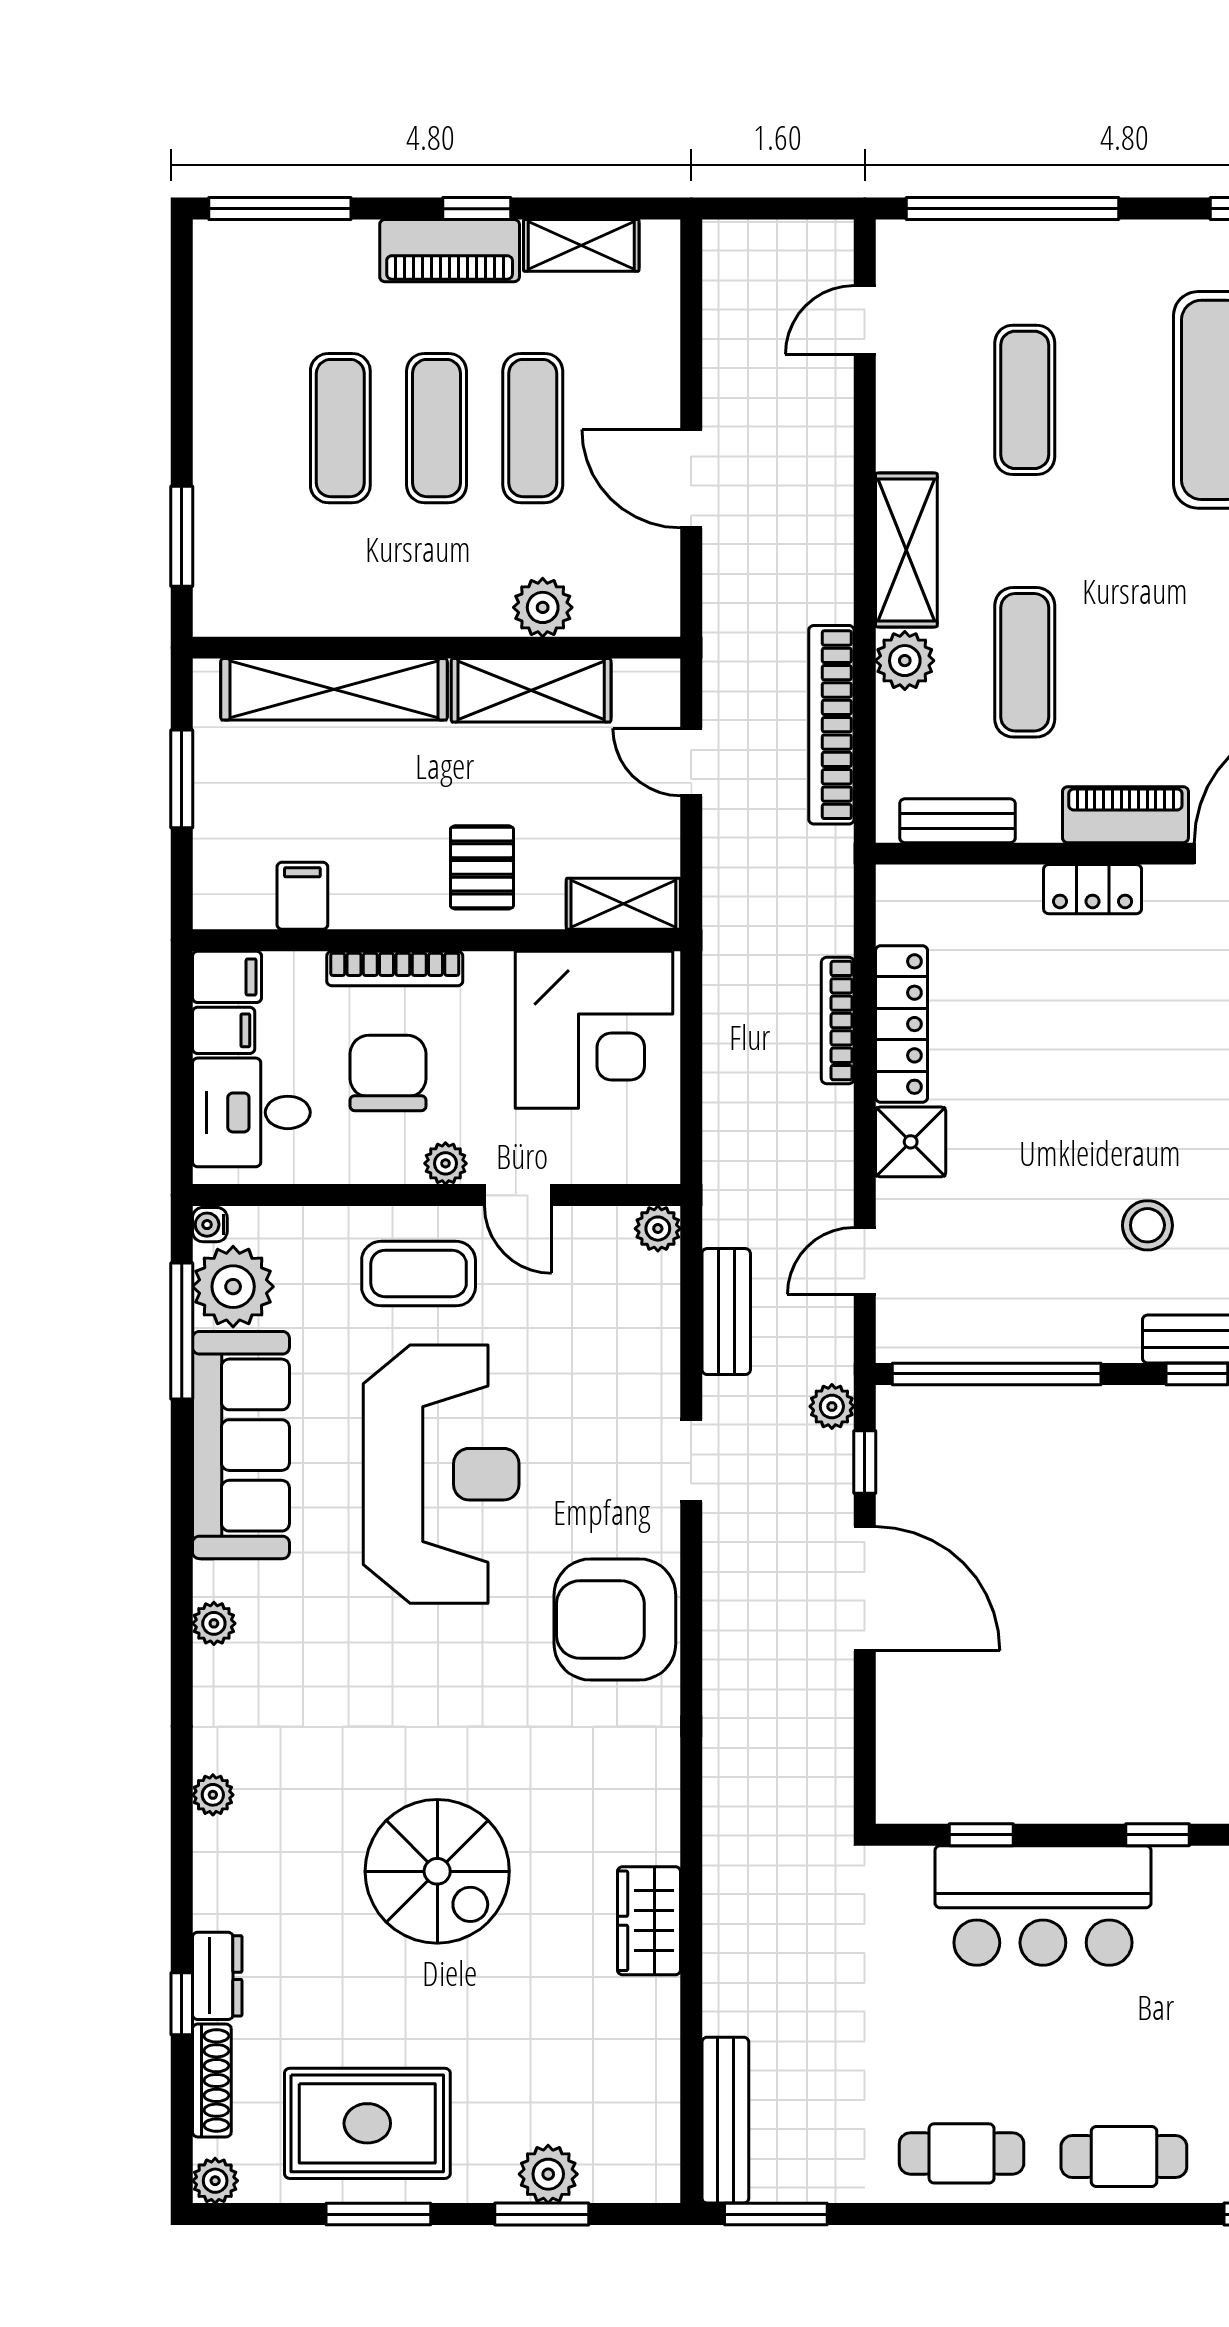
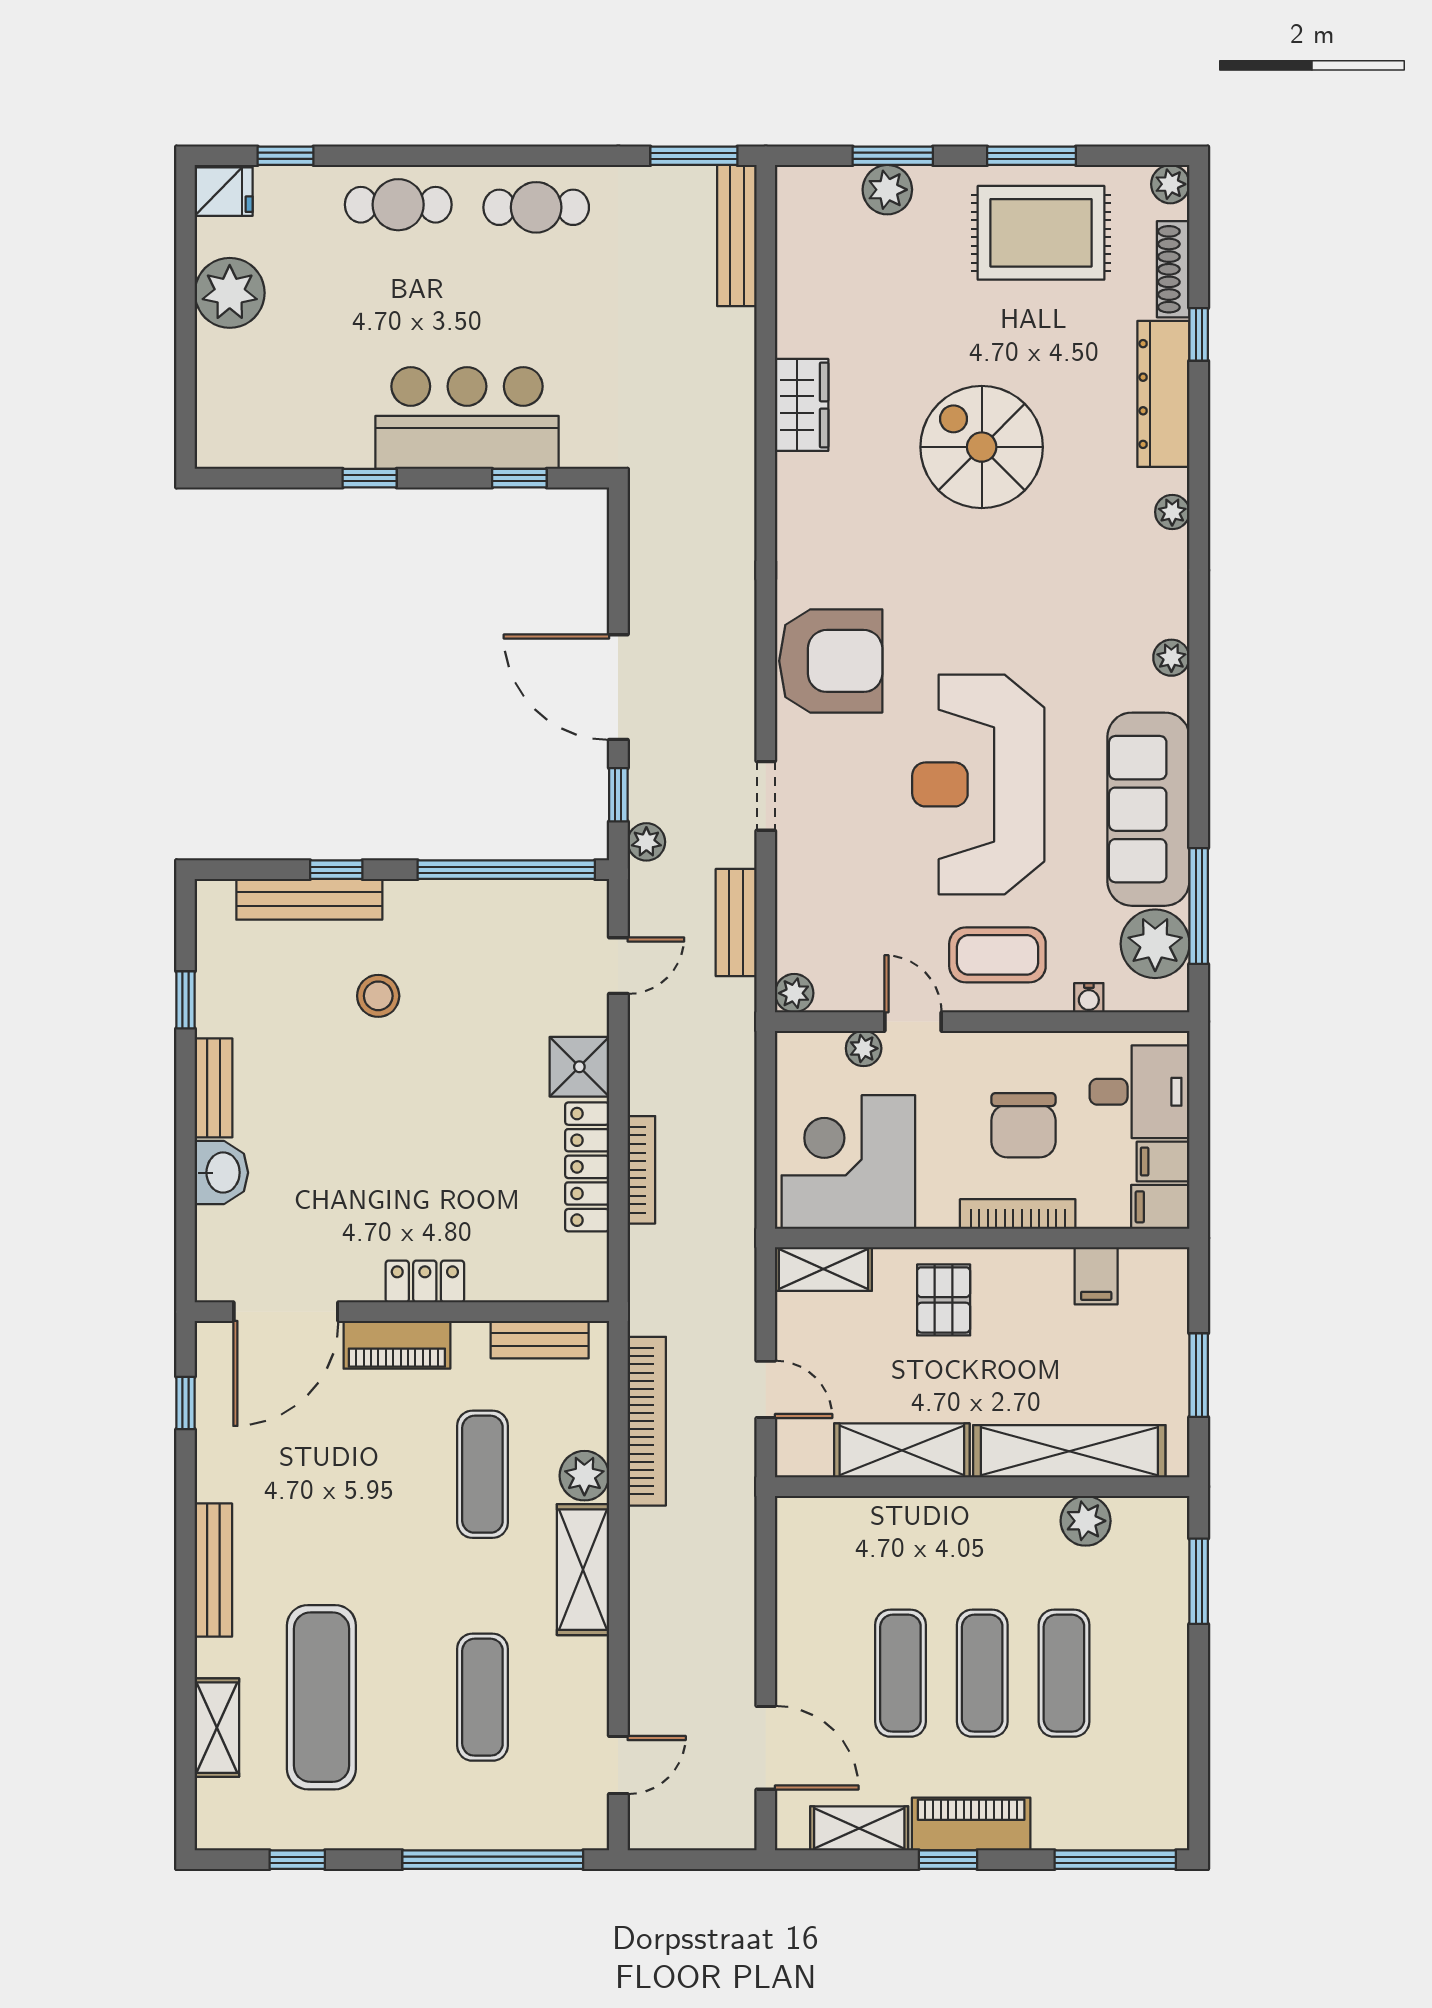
door: (691, 479) -> (766, 1748), moved
plant: (543, 607) -> (1086, 1521), moved
plant: (445, 1163) -> (864, 1048), moved
water cooler: (210, 1225) -> (1089, 998), moved, turned 90
dresser: (217, 1976) -> (1163, 394), width x1.96, depth x1.24

